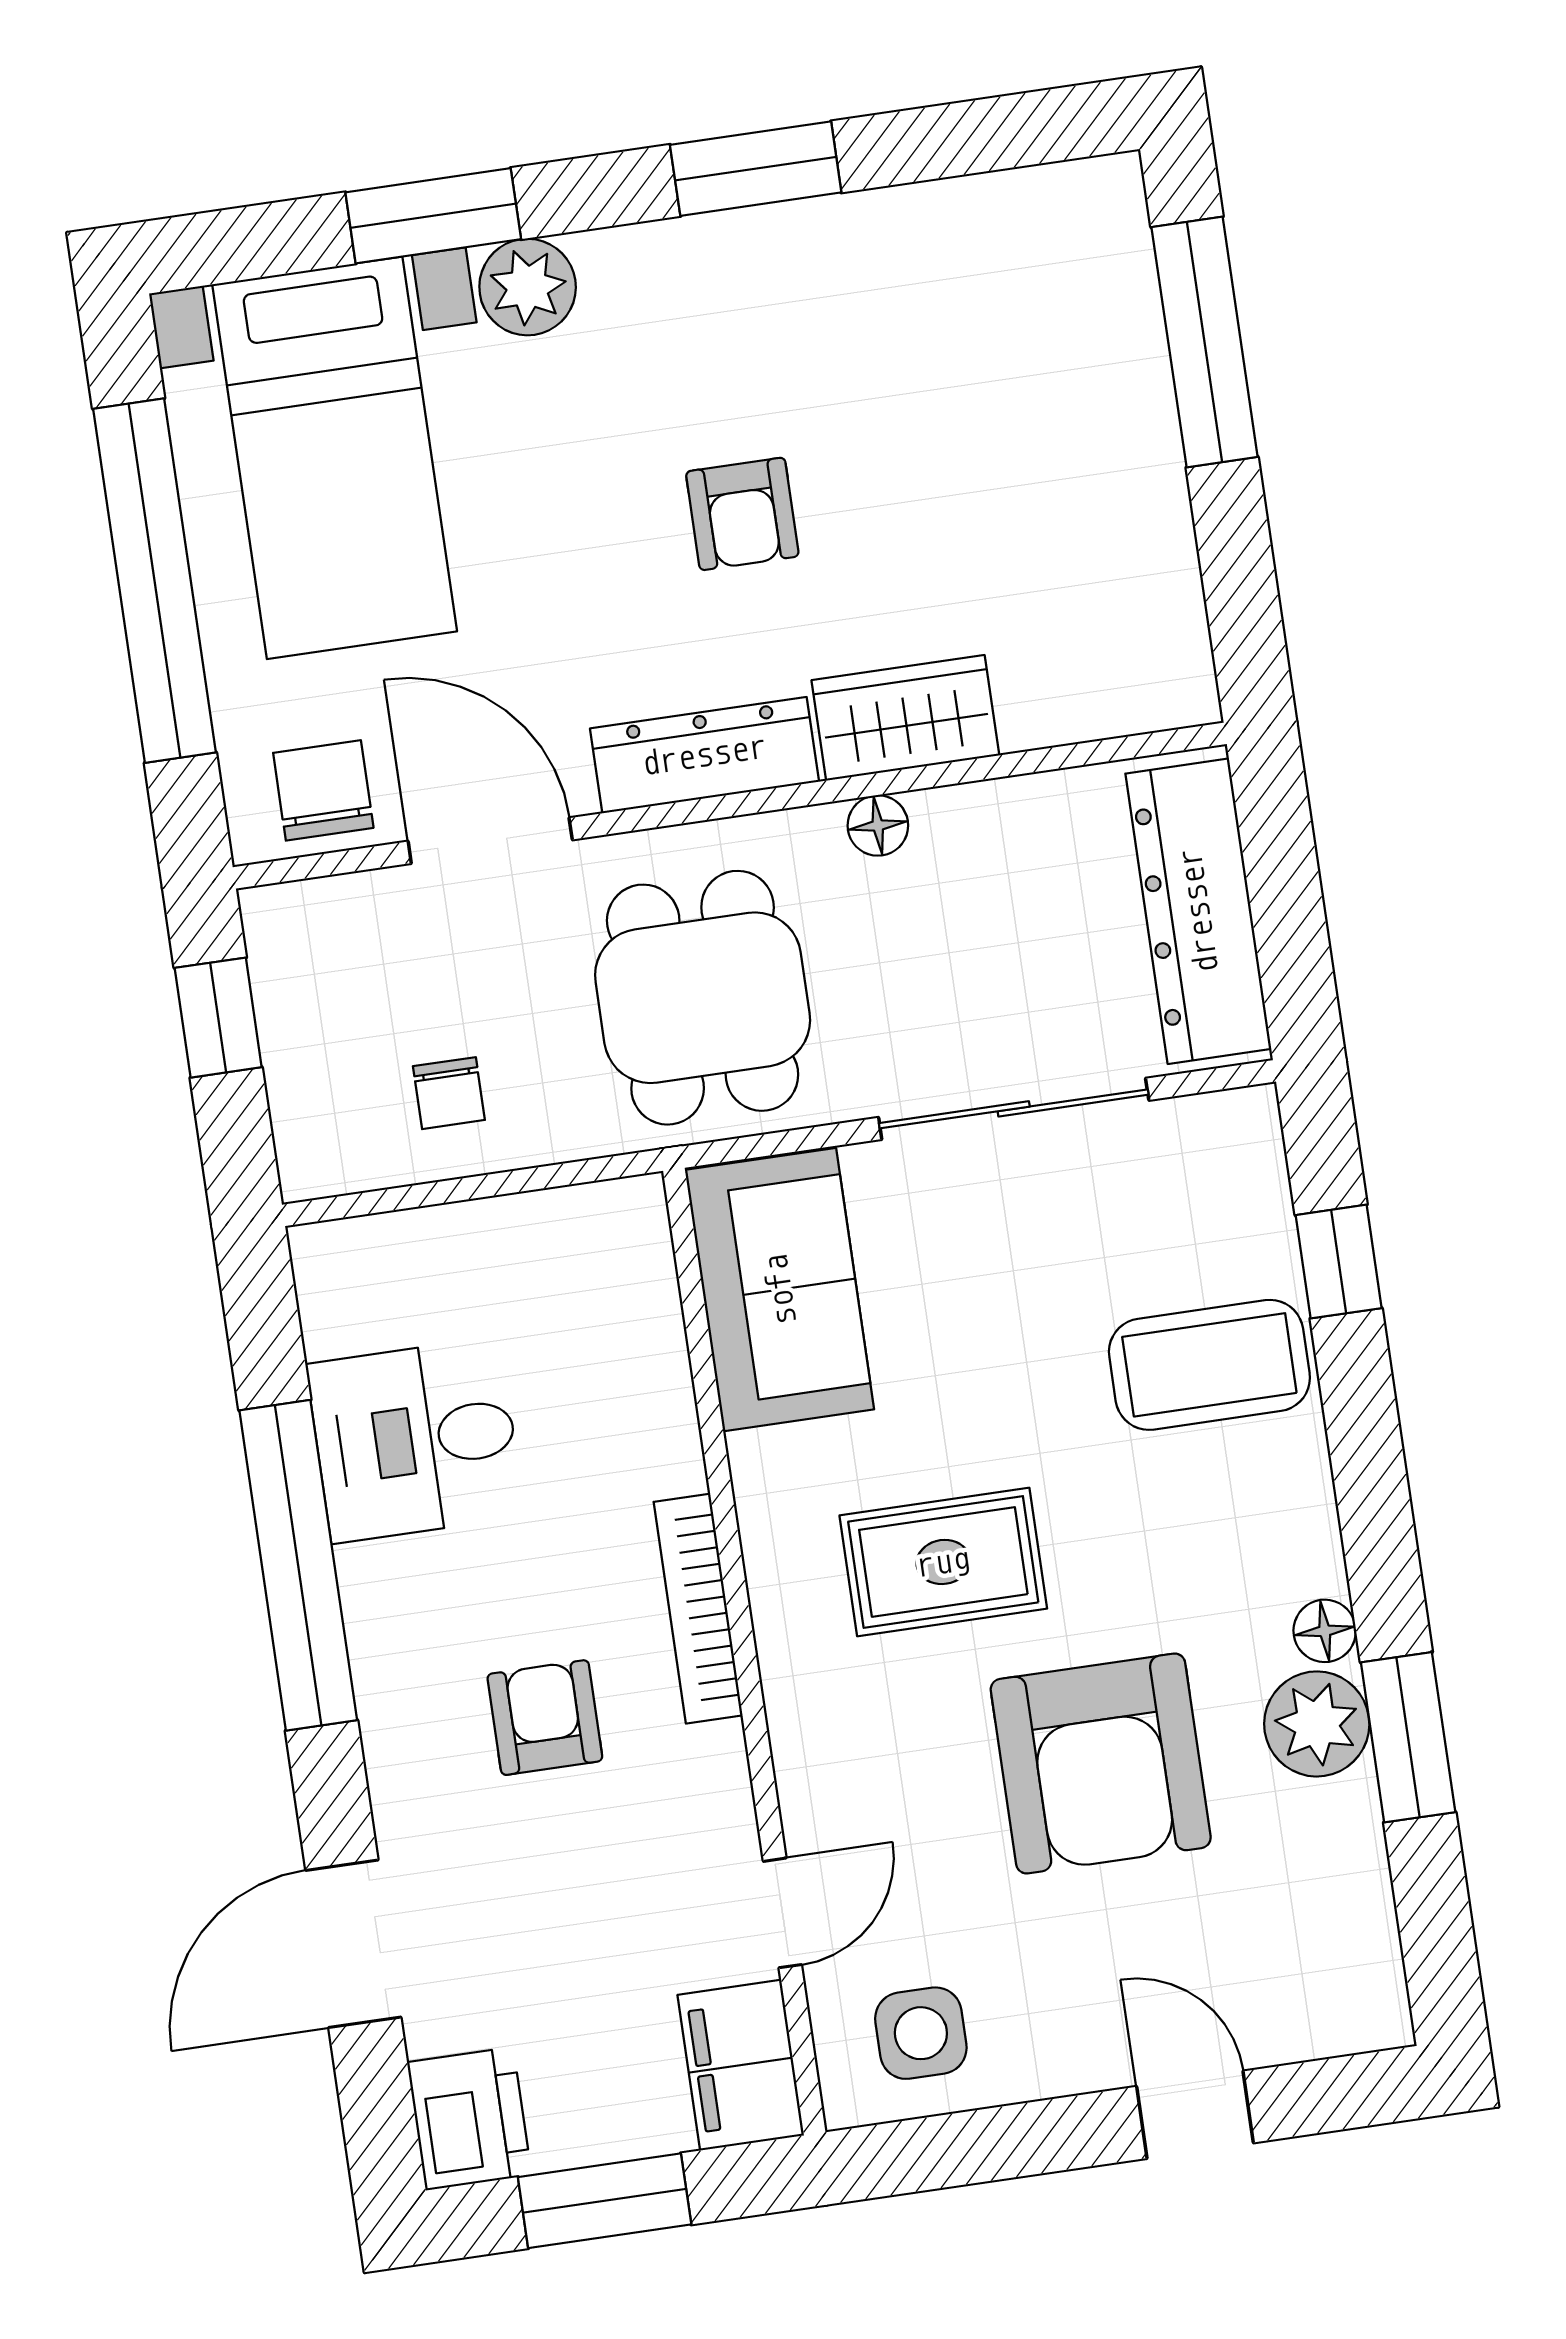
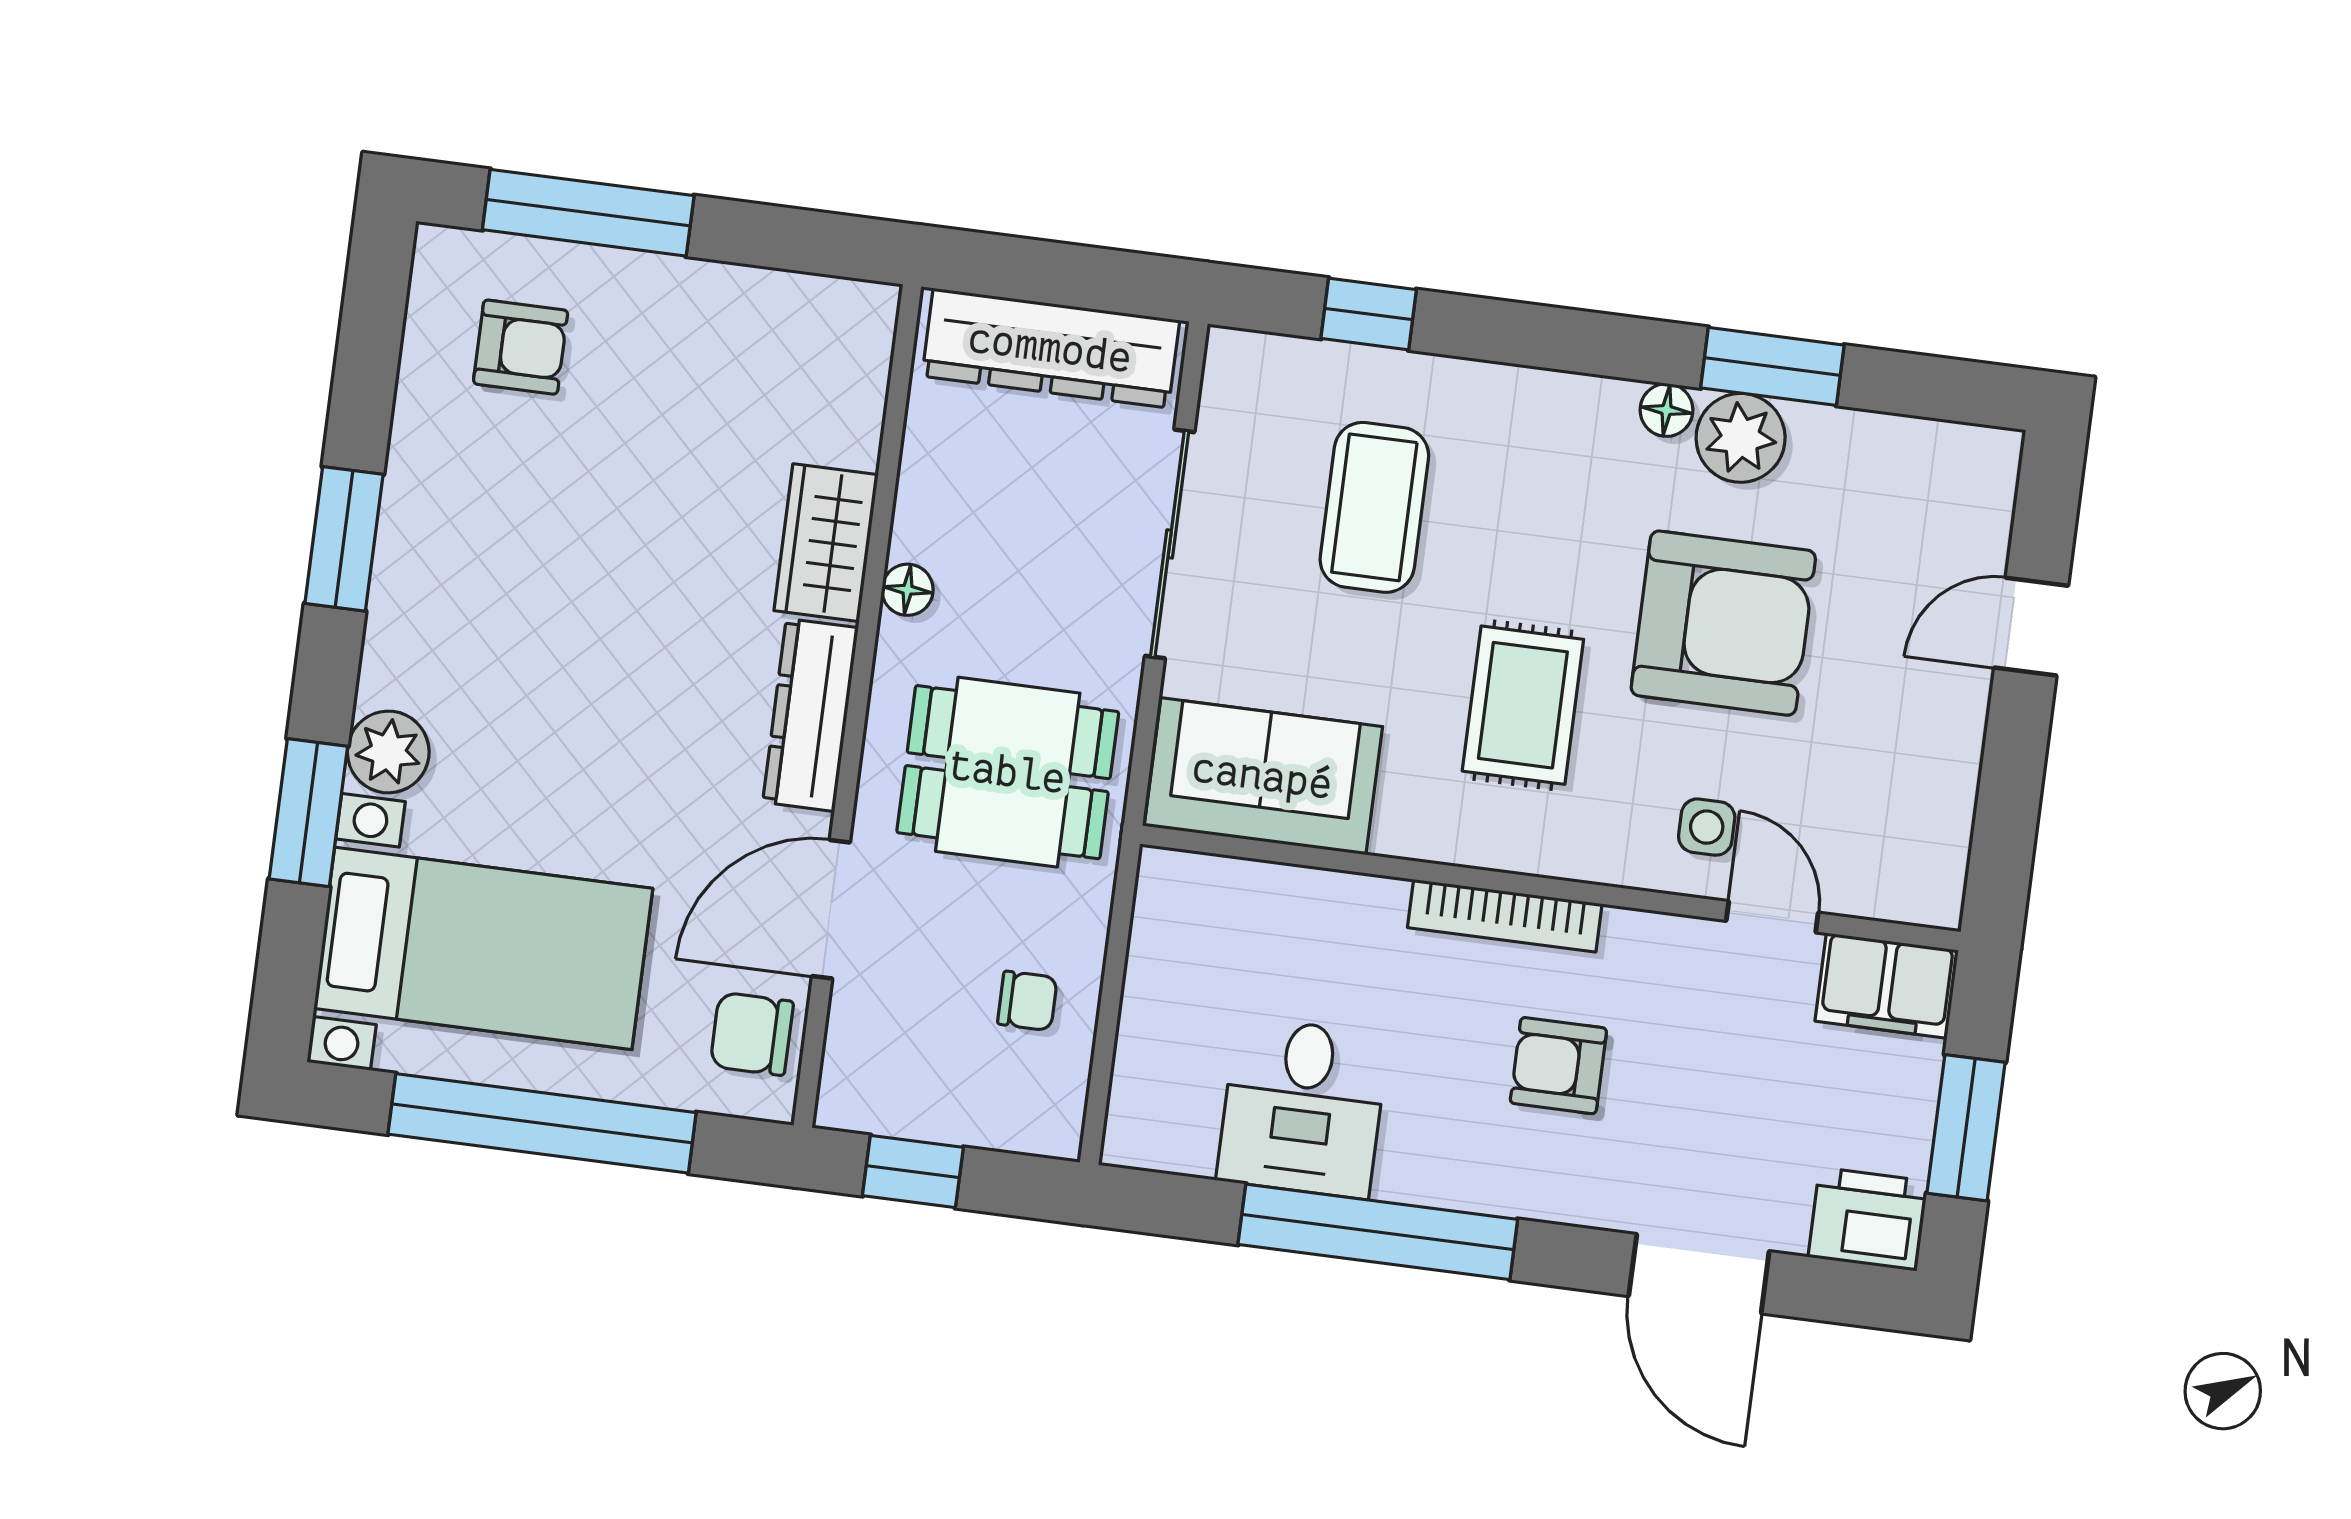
armchair: (742, 514) -> (521, 347), moved
coffee table: (1209, 1365) -> (1374, 507), moved
side table: (921, 2033) -> (1707, 827), moved, width x0.73, depth x0.73

